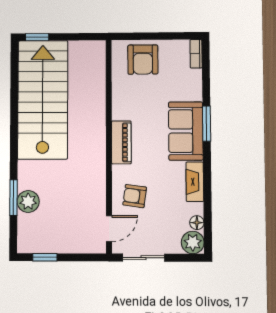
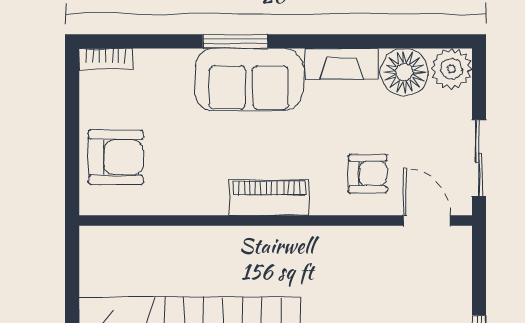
armchair: (135, 196) -> (368, 174), turned -98
floor lamp: (197, 223) -> (404, 72), width x1.89, depth x1.89

